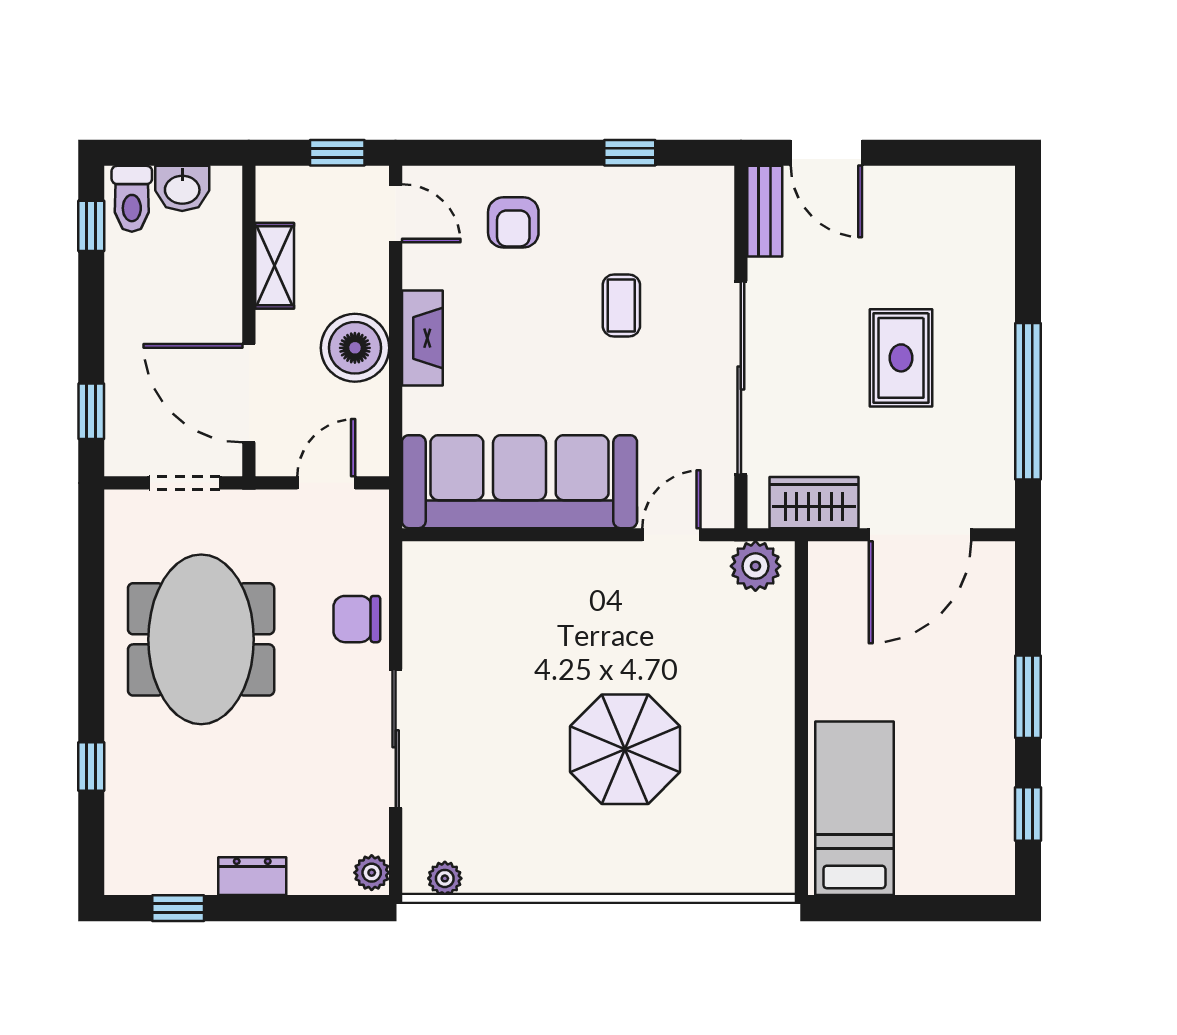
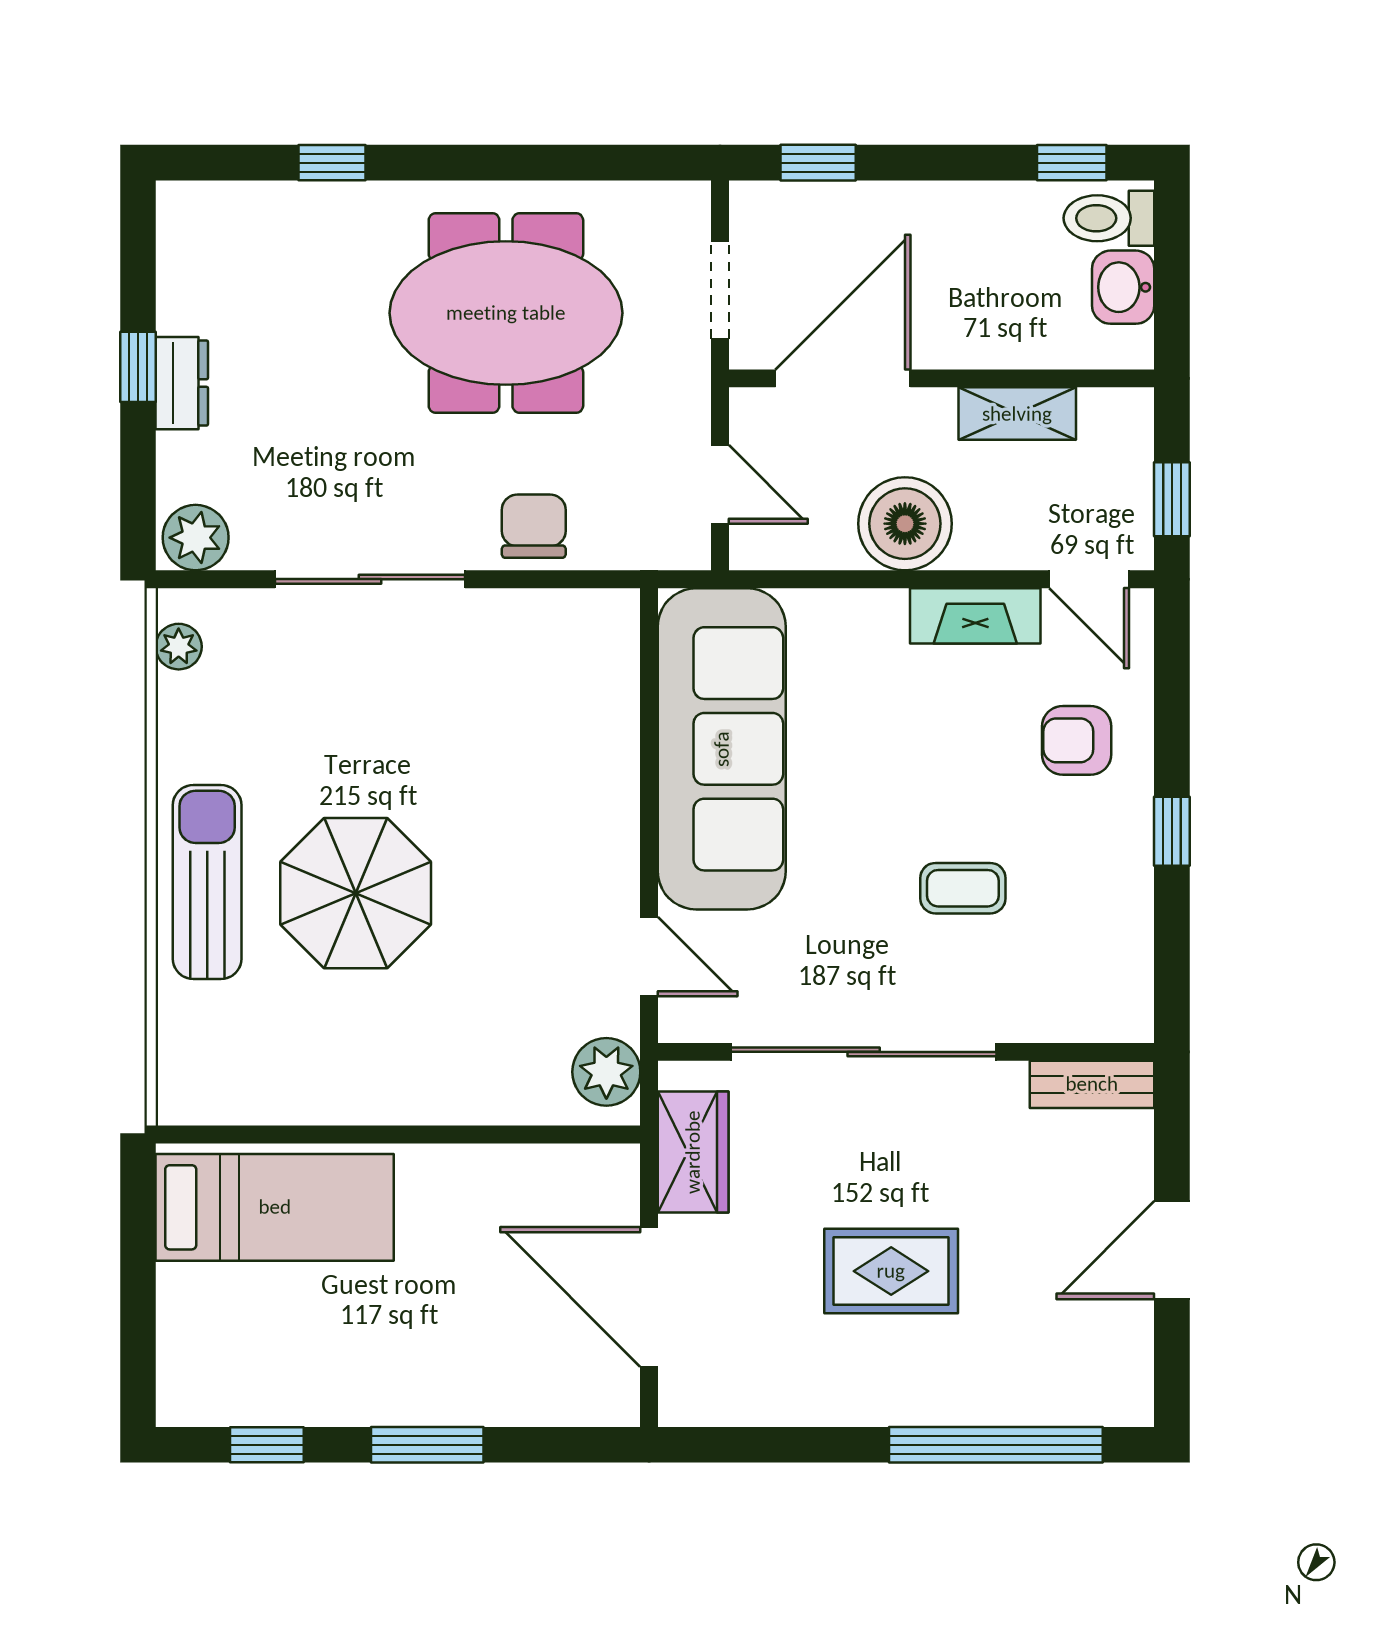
window: (630, 153) -> (1172, 831), moved
door: (826, 153) -> (1172, 1250), moved
door: (396, 213) -> (1089, 579), hinge flipped
fireplace: (422, 338) -> (975, 616), moved
window: (1028, 401) -> (996, 1445), moved
sun lounger: (617, 858) -> (207, 882), added
plant: (372, 873) -> (196, 538), width x1.38, depth x1.38
window: (178, 908) -> (138, 367), moved

